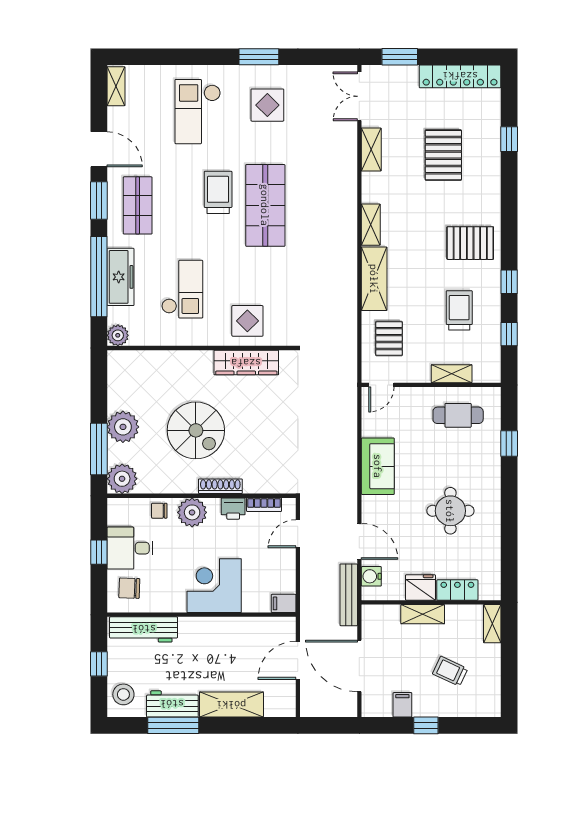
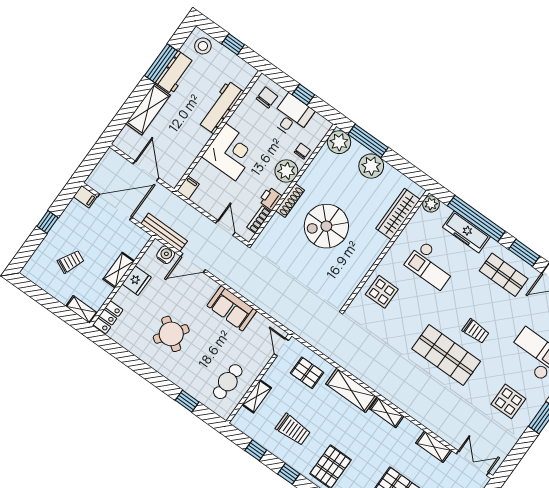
trolley: (218, 192) -> (476, 331), width x0.73, depth x0.72
wardrobe: (246, 363) -> (398, 214), moved
spiral stairs: (196, 430) -> (326, 226), moved
round table: (450, 511) -> (171, 334), turned 35
locker: (457, 590) -> (108, 317), moved
workbench: (144, 629) -> (221, 107), moved
filing cabinet: (402, 705) -> (85, 197), moved

